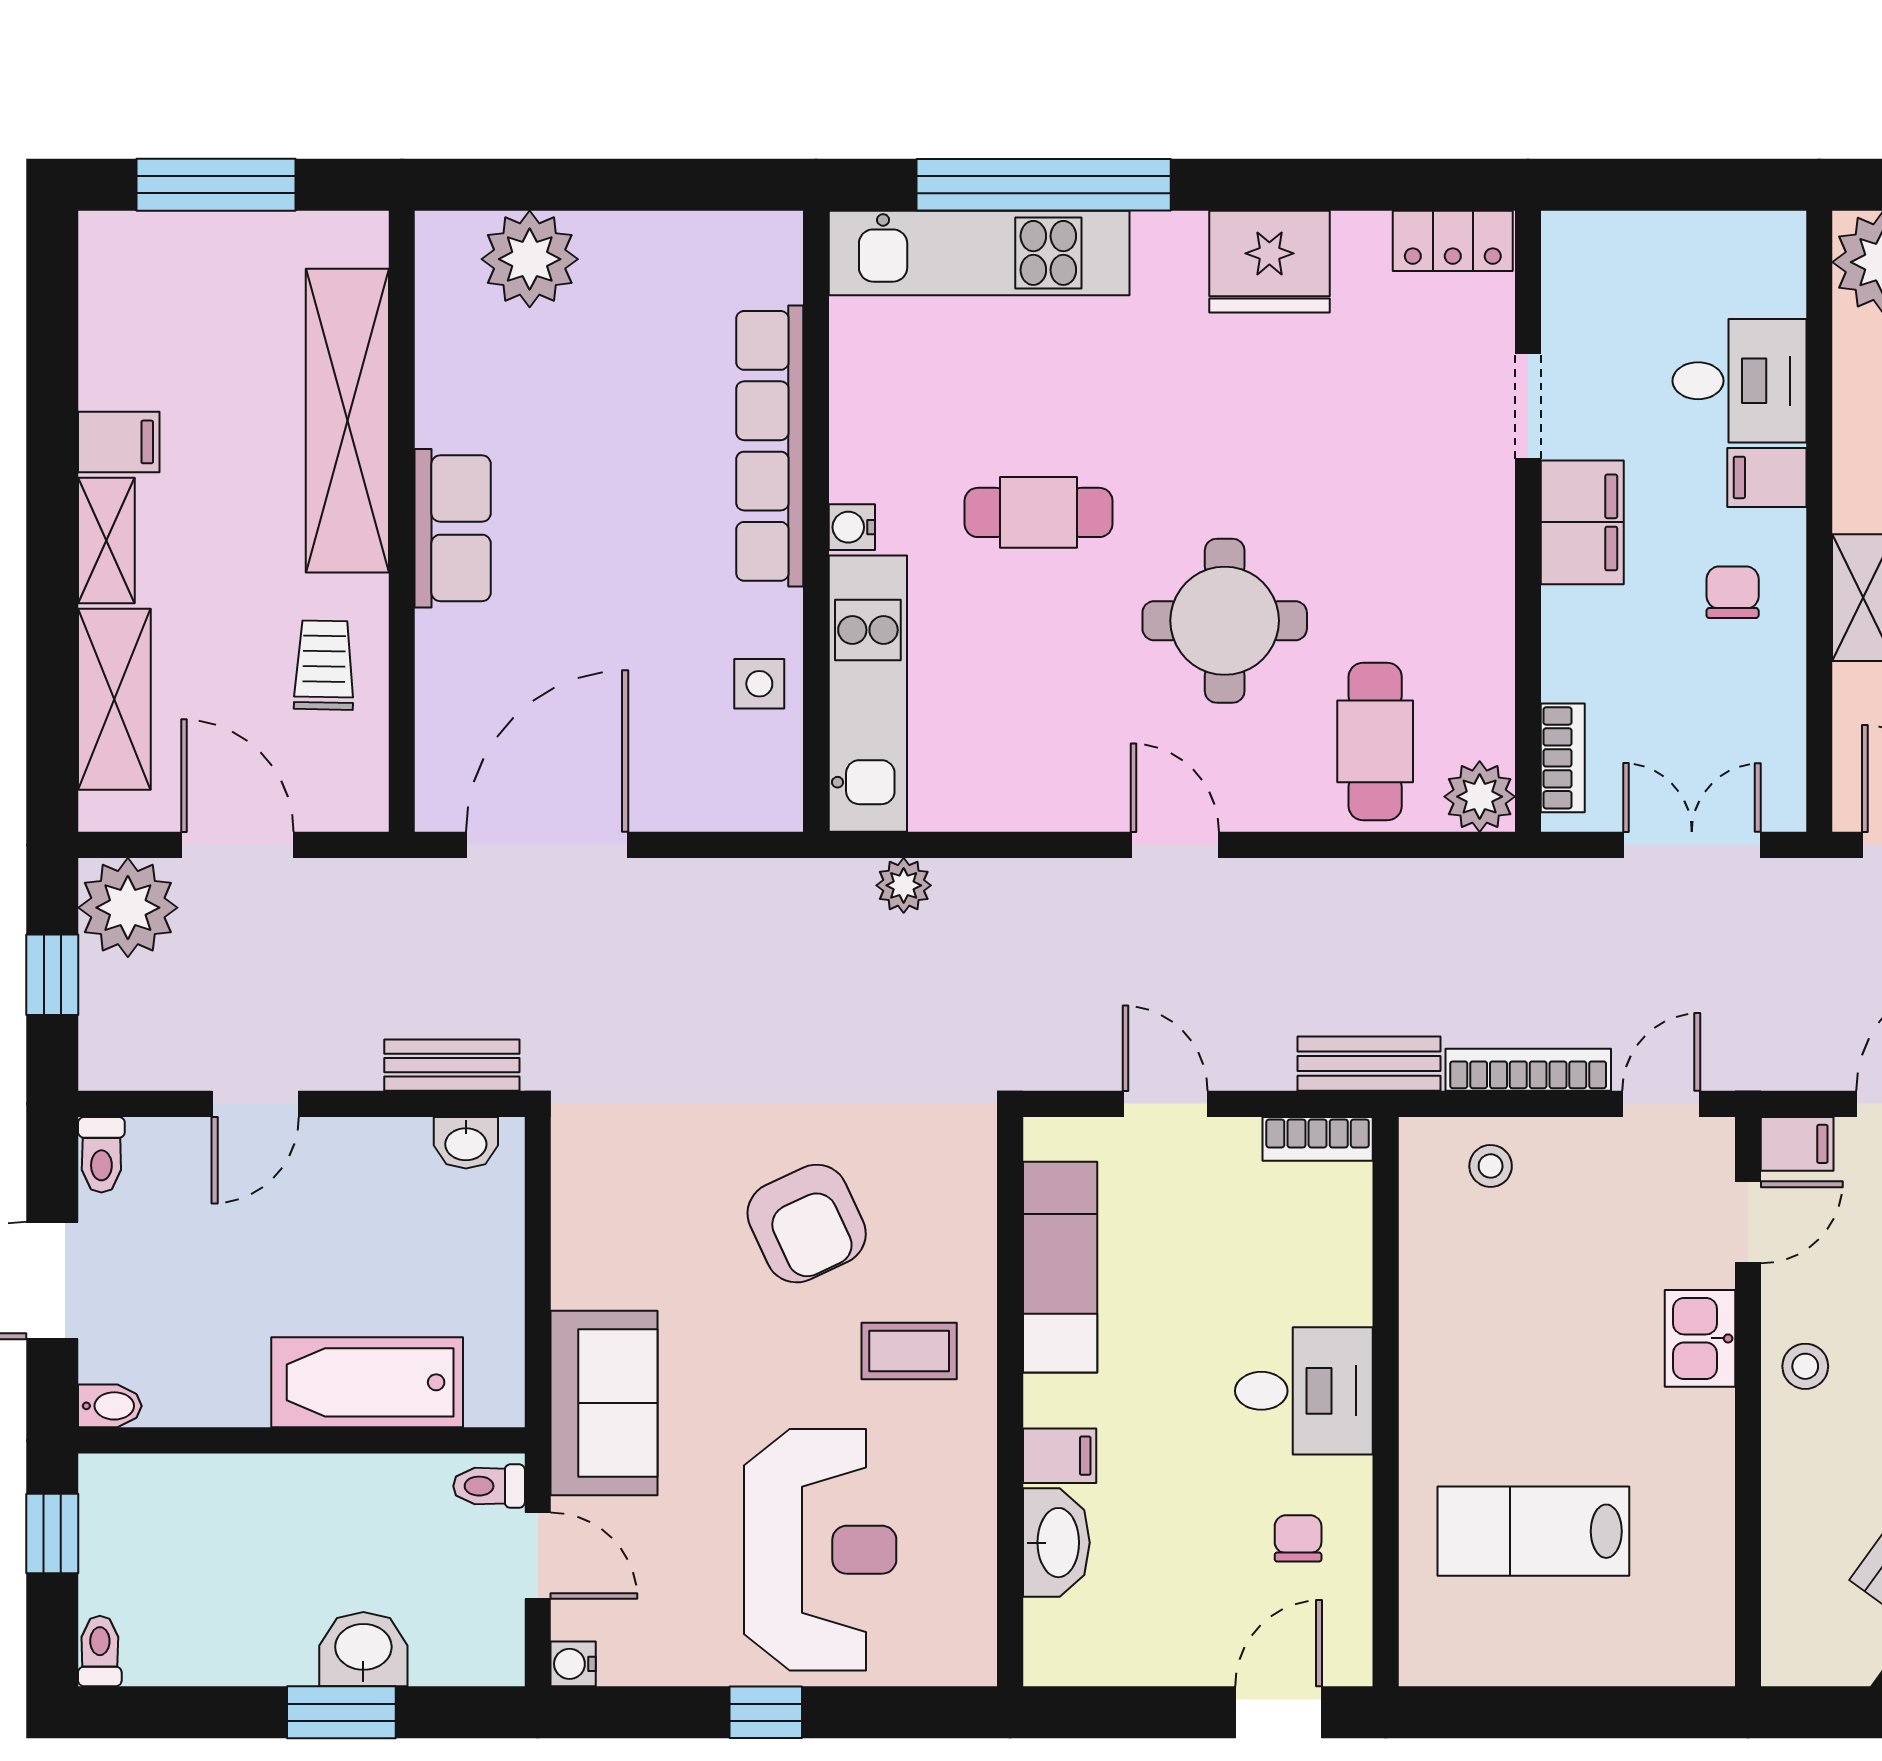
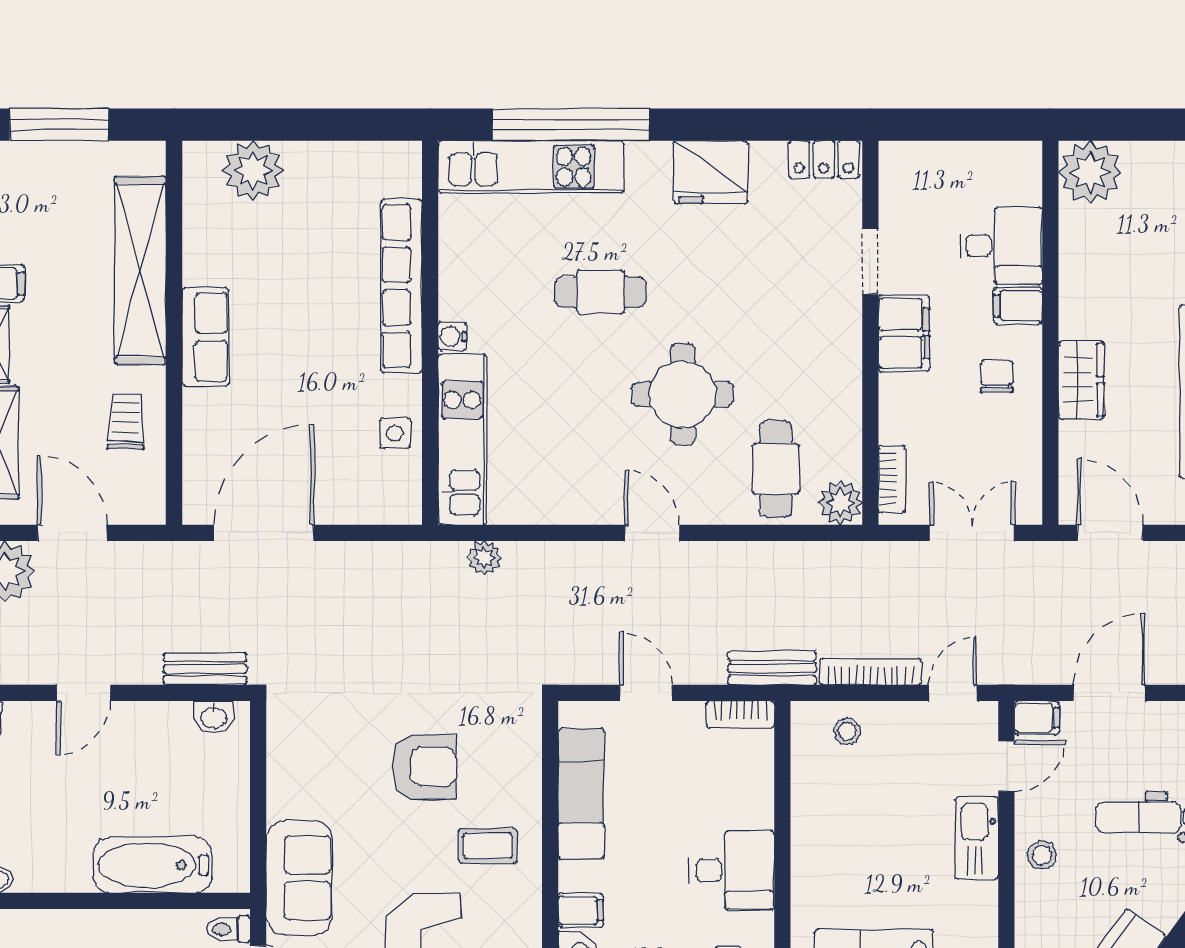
cafe table: (1039, 512) -> (600, 292), moved
armchair: (807, 1224) -> (424, 767), turned -65
kitchen sink: (1700, 1338) -> (977, 838), width x1.38

